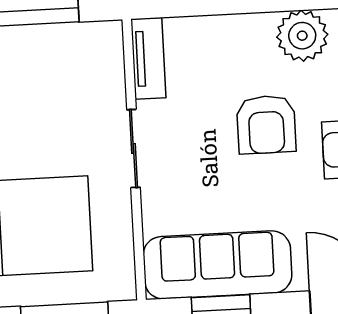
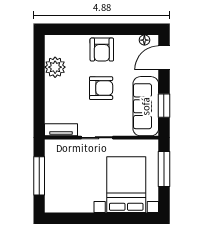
armchair: (266, 125) -> (101, 88), moved

